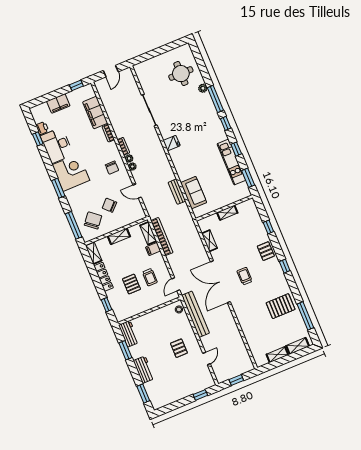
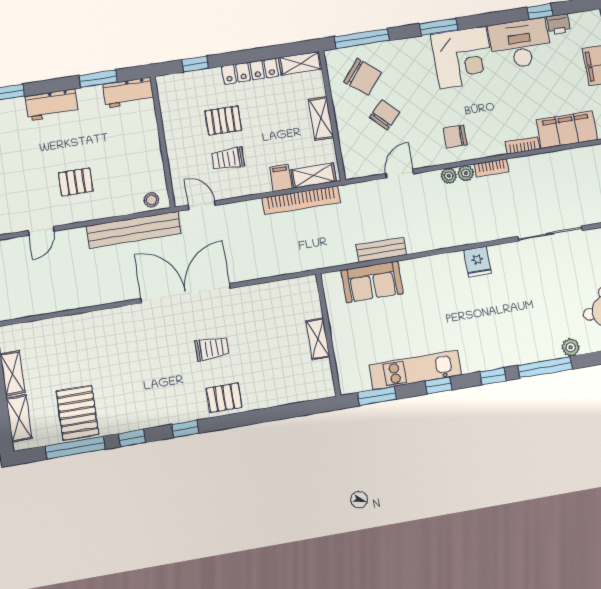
window: (268, 227) -> (132, 438), moved
shelving: (209, 241) -> (271, 291), removed
trolley: (245, 276) -> (212, 348), moved
pallet: (281, 306) -> (77, 413), moved
door: (206, 359) -> (41, 231), hinge flipped

